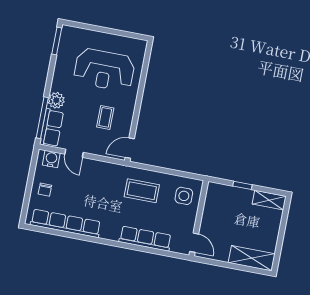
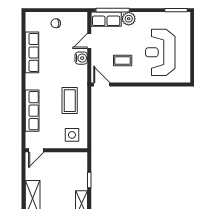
water cooler: (51, 159) -> (81, 58), moved
row of seats: (66, 223) -> (32, 52), width x0.73

